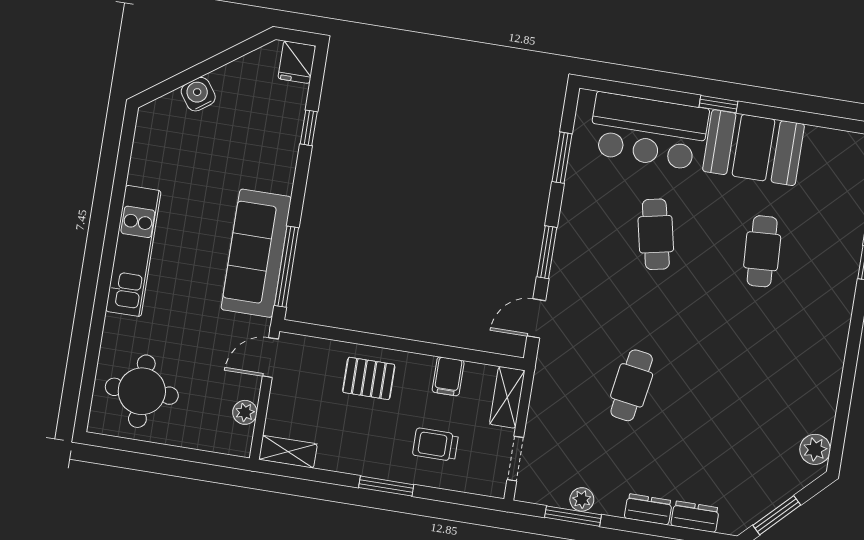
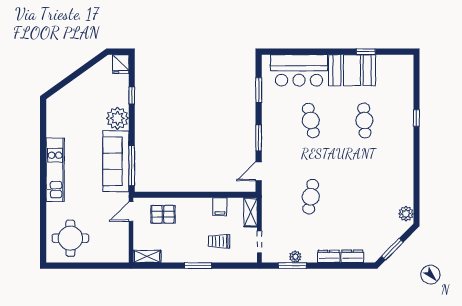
water cooler: (198, 94) -> (75, 88), removed
window: (718, 104) -> (366, 52), moved
pallet: (369, 378) -> (163, 214), moved
plant: (245, 412) -> (117, 118), moved, width x1.88, depth x1.88

